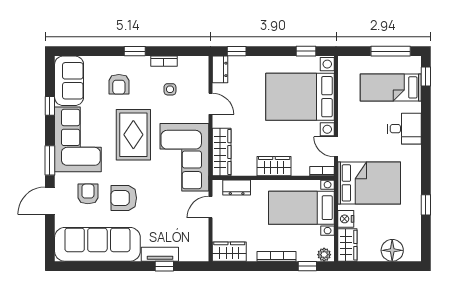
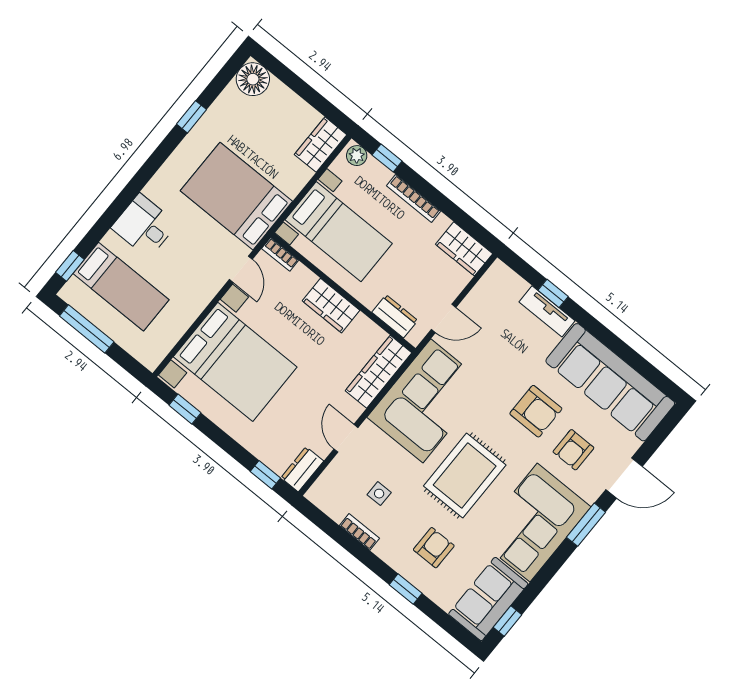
window: (135, 51) -> (406, 589), moved
window: (50, 106) -> (507, 621), moved
nightstand: (346, 219) -> (298, 176), removed
floor lamp: (392, 250) -> (253, 79), moved

